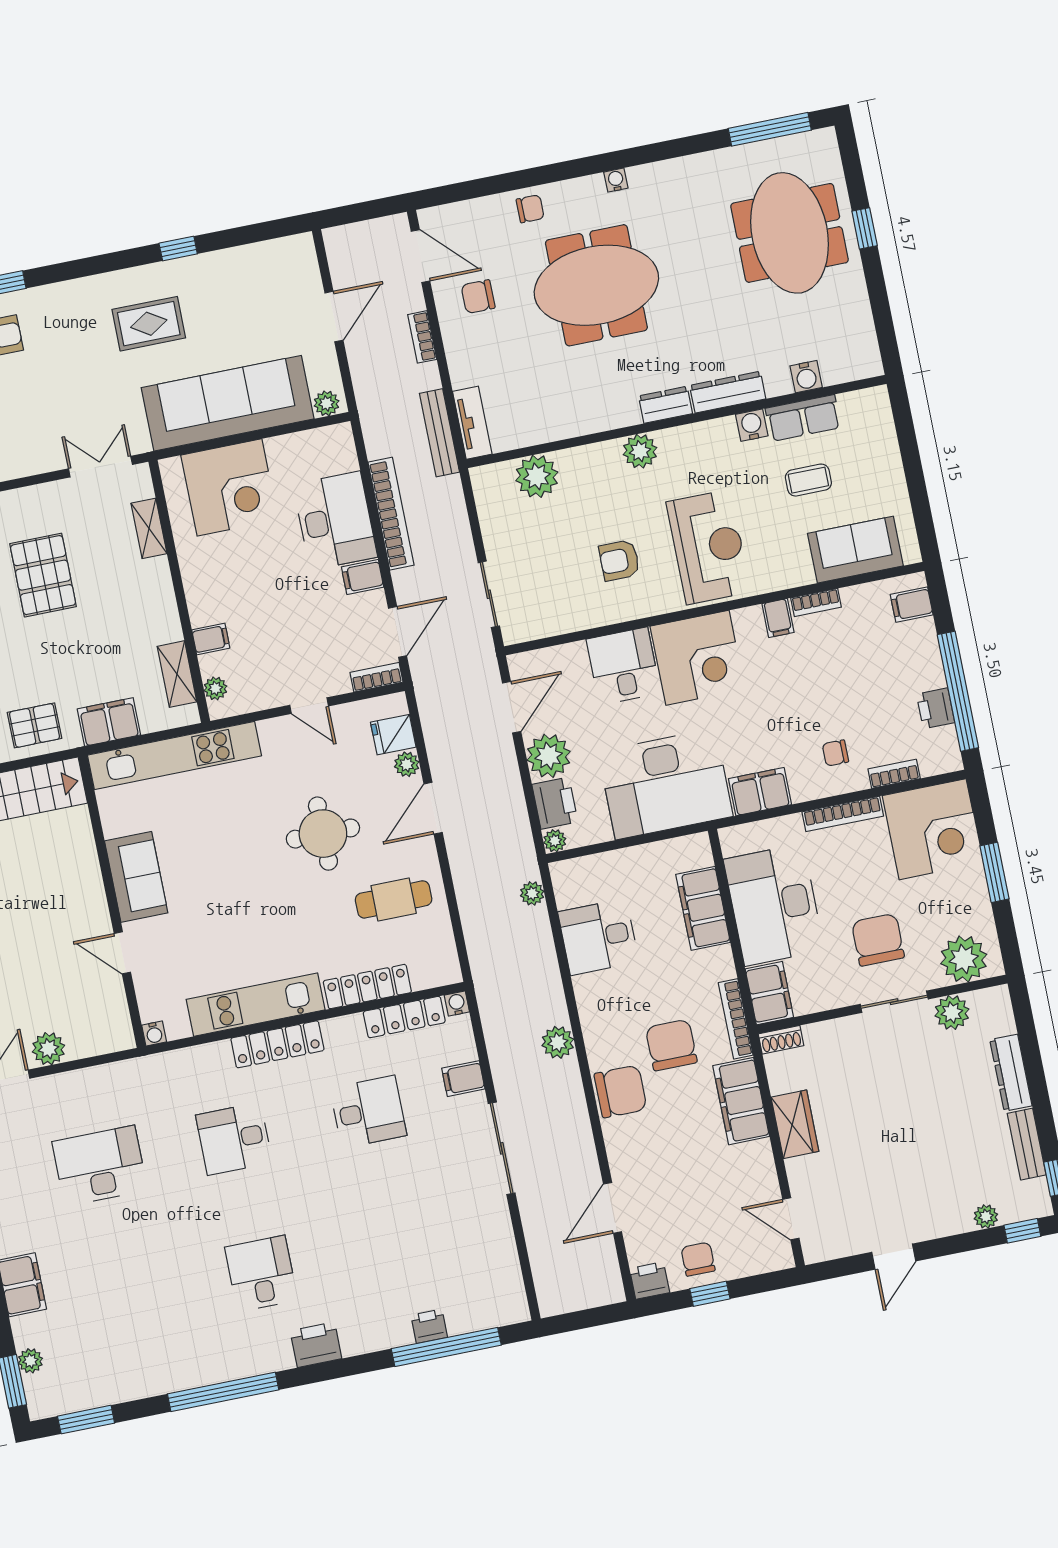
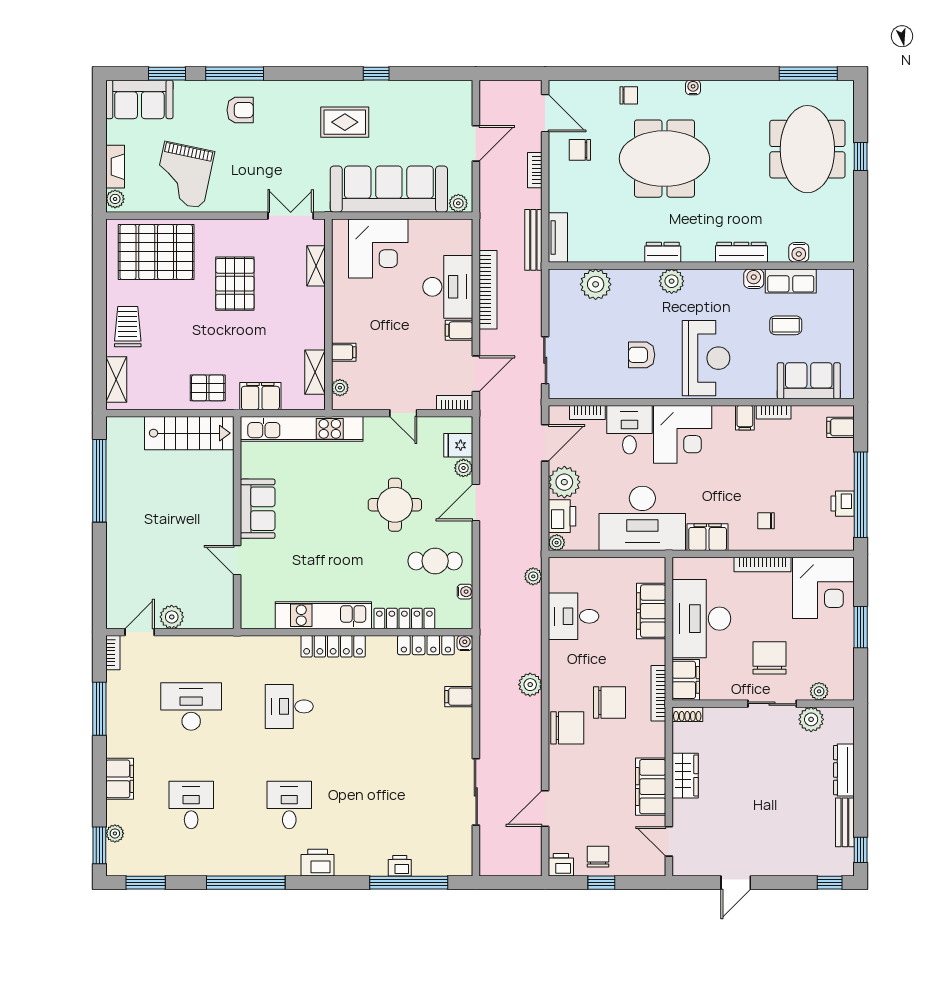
dresser: (665, 405) -> (663, 252), moved
bookcase: (894, 774) -> (587, 413), moved, turned 180
plant: (964, 959) -> (819, 691), width x0.53, depth x0.53
water cooler: (154, 1033) -> (465, 592), moved, turned -90
chair: (671, 1045) -> (609, 702), turned 90
filing cabinet: (741, 1101) -> (651, 787), moved
desk: (368, 1112) -> (191, 805), moved, turned -90
sliding door: (502, 1148) -> (476, 792), moved
plant: (986, 1217) -> (806, 867), removed

